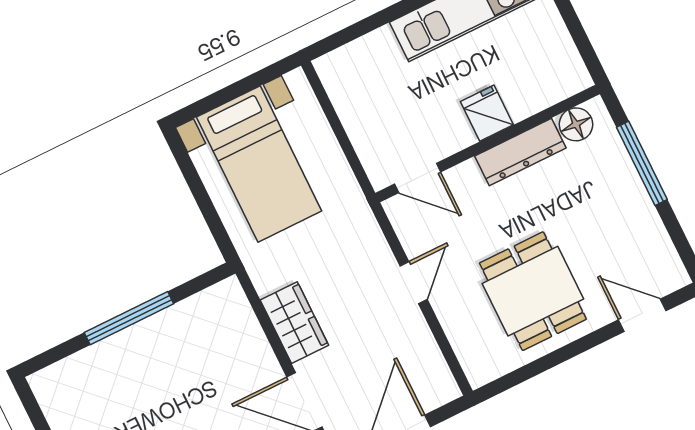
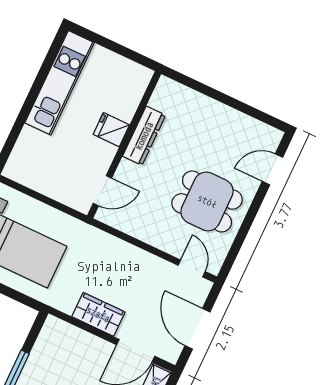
floor lamp: (576, 124) -> (161, 99), removed
window: (642, 163) -> (211, 92), removed
door: (414, 283) -> (192, 268), moved

